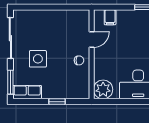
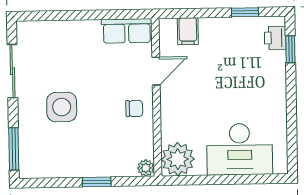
sliding door: (10, 38) -> (12, 71), width x0.73
row of seats: (27, 92) -> (127, 31), moved, turned 180
plant: (85, 94) -> (146, 168), added

